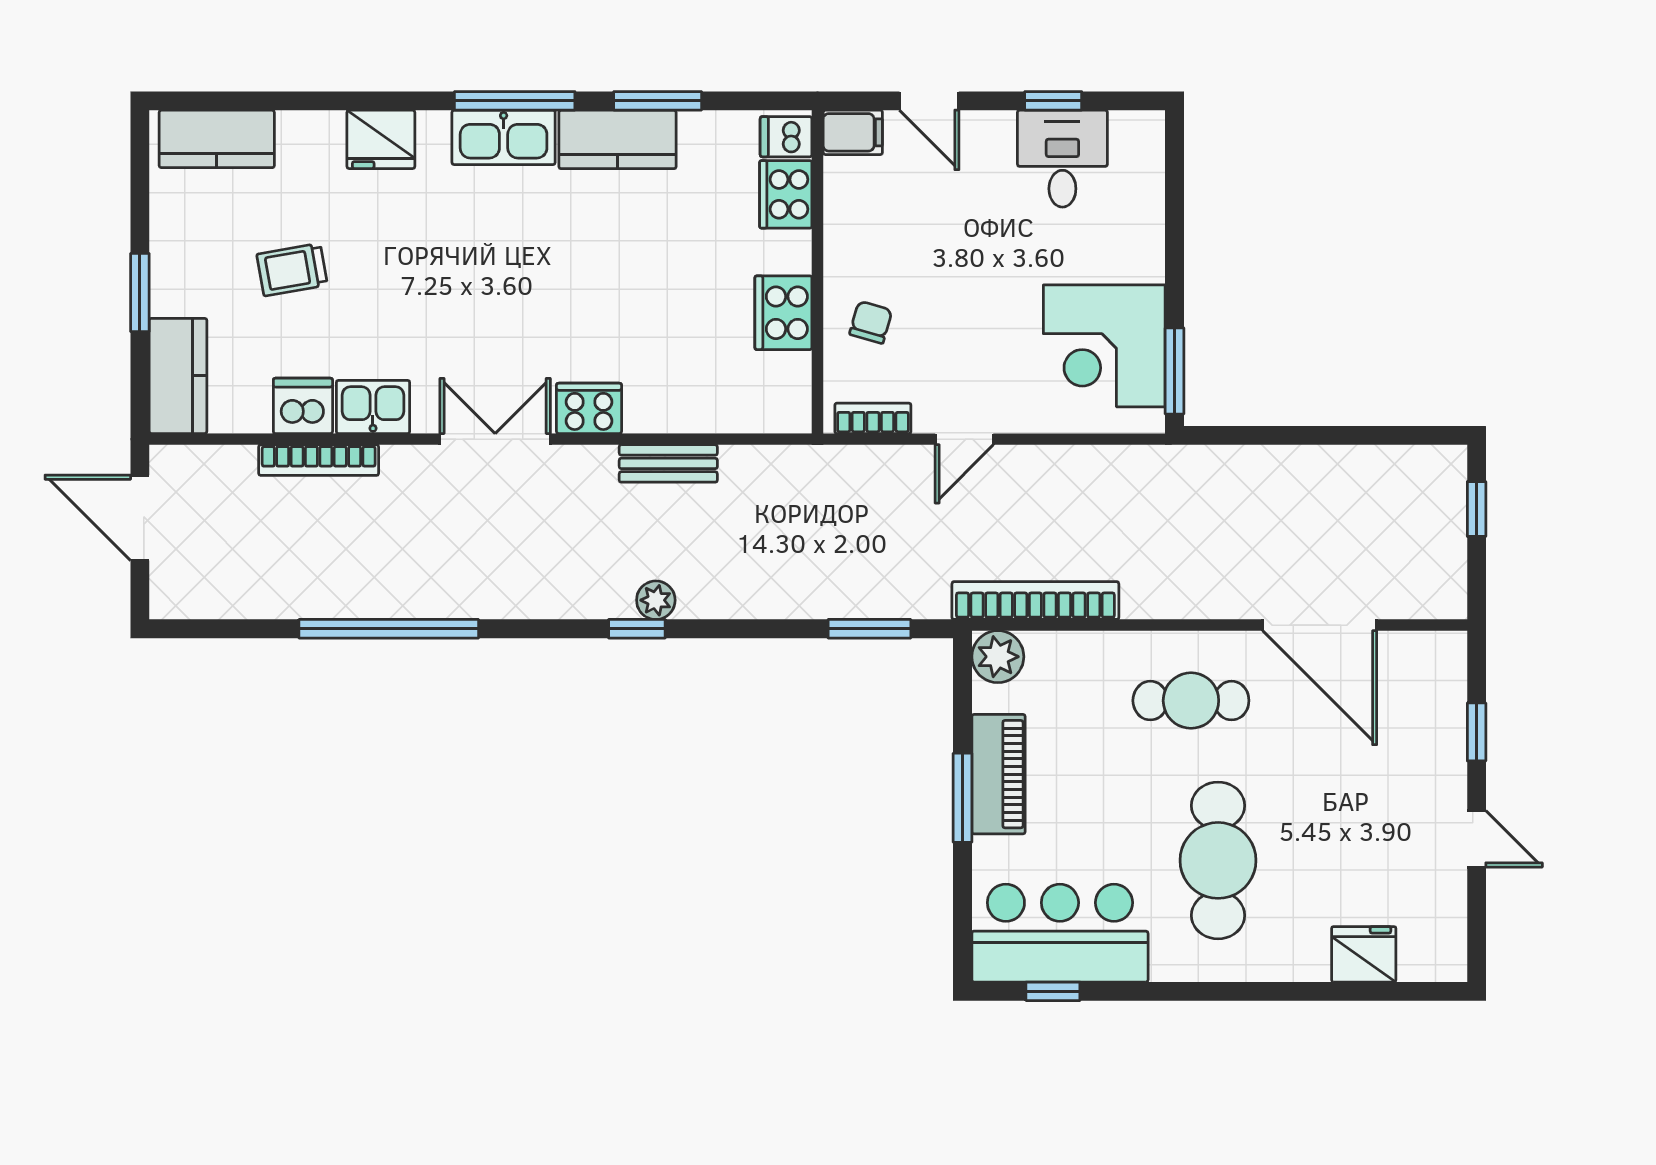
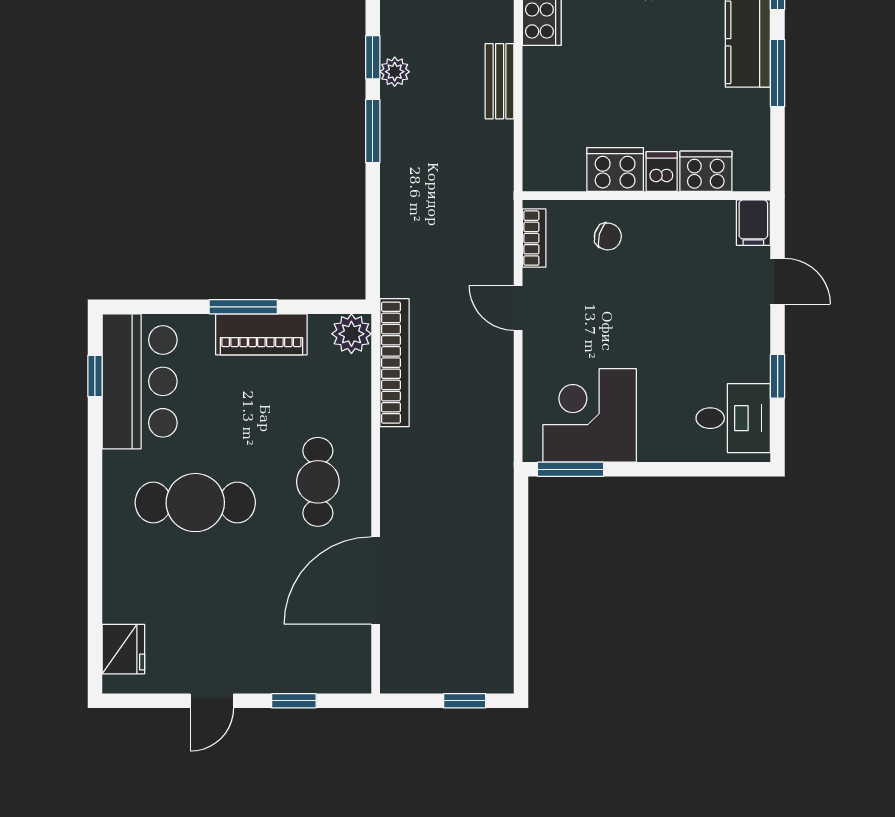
door: (929, 101) -> (778, 281), swing flipped
dishwasher: (786, 137) -> (662, 171), moved
desk: (1062, 159) -> (733, 418), moved
window: (869, 629) -> (373, 131), moved
fridge: (1364, 954) -> (123, 649), moved

